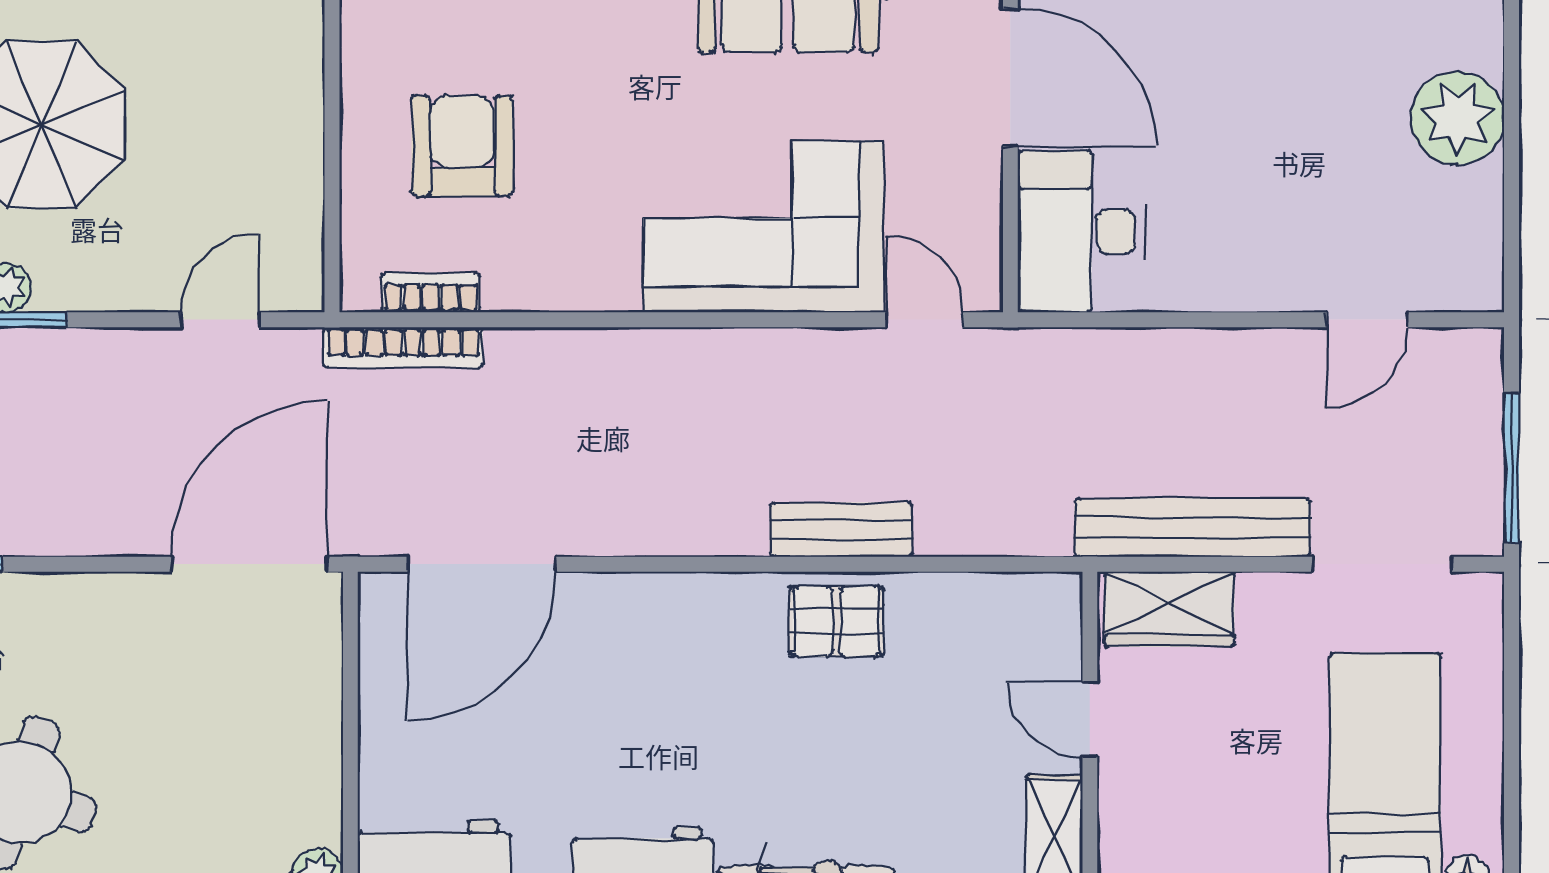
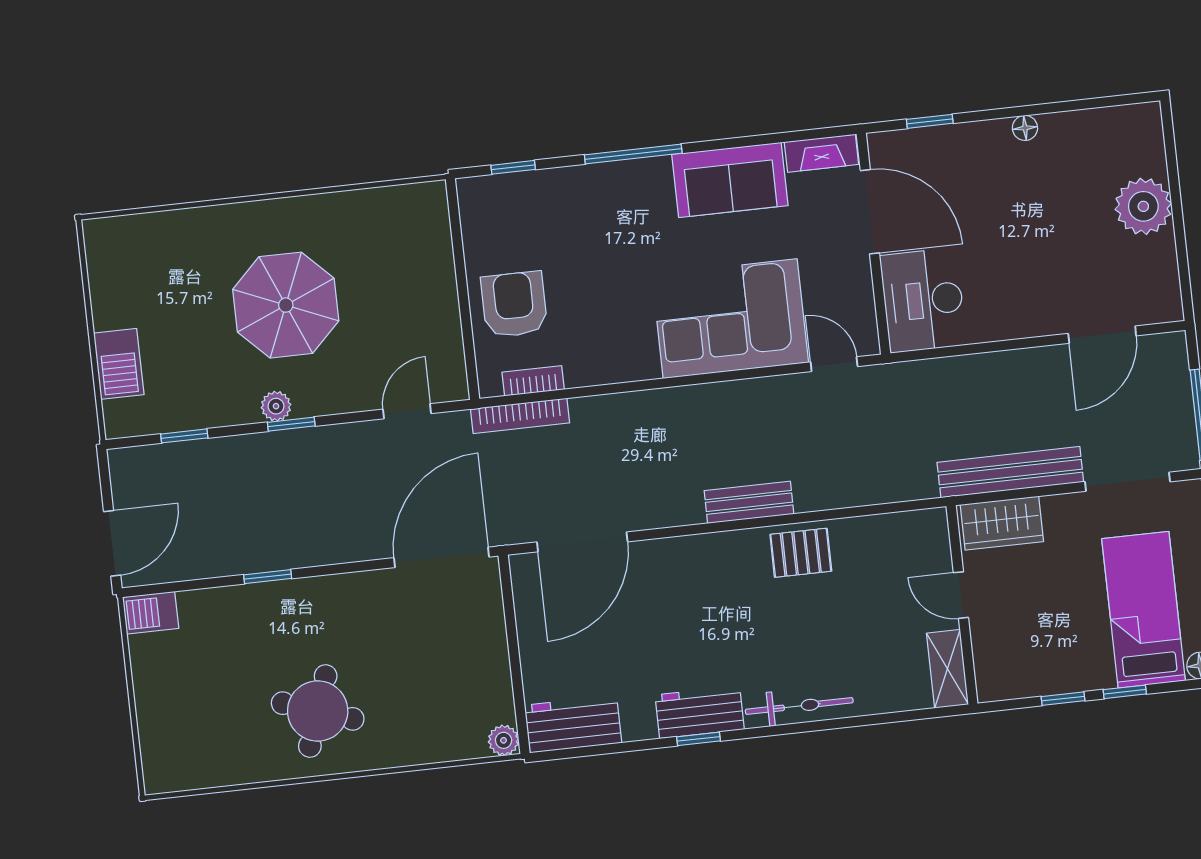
armchair: (462, 146) -> (514, 304), moved
door: (1367, 320) -> (1102, 335), width x1.38
bench: (841, 530) -> (749, 502), moved

